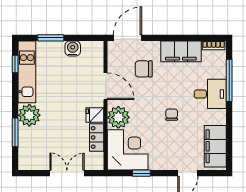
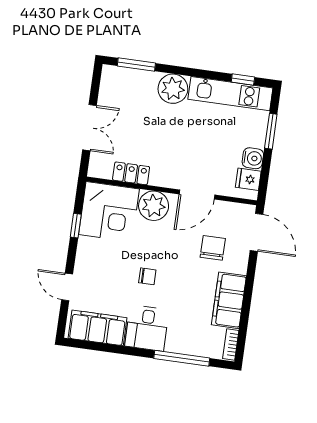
desk: (210, 94) -> (147, 328), moved
fridge: (95, 115) -> (248, 179), moved, turned -90
window: (15, 132) -> (136, 65), moved

